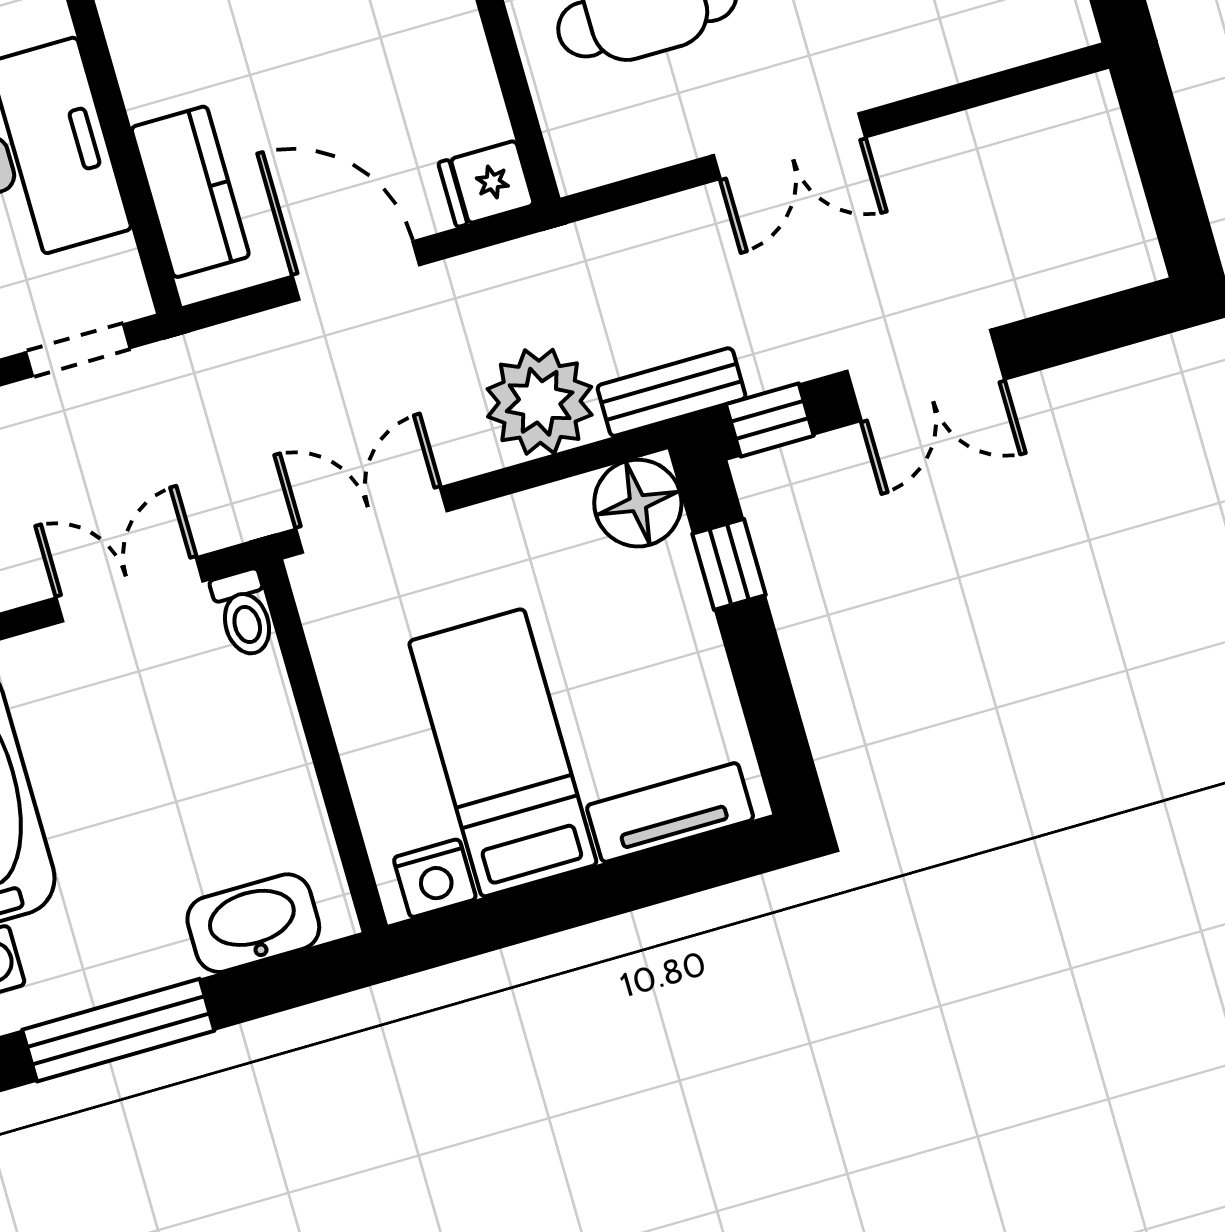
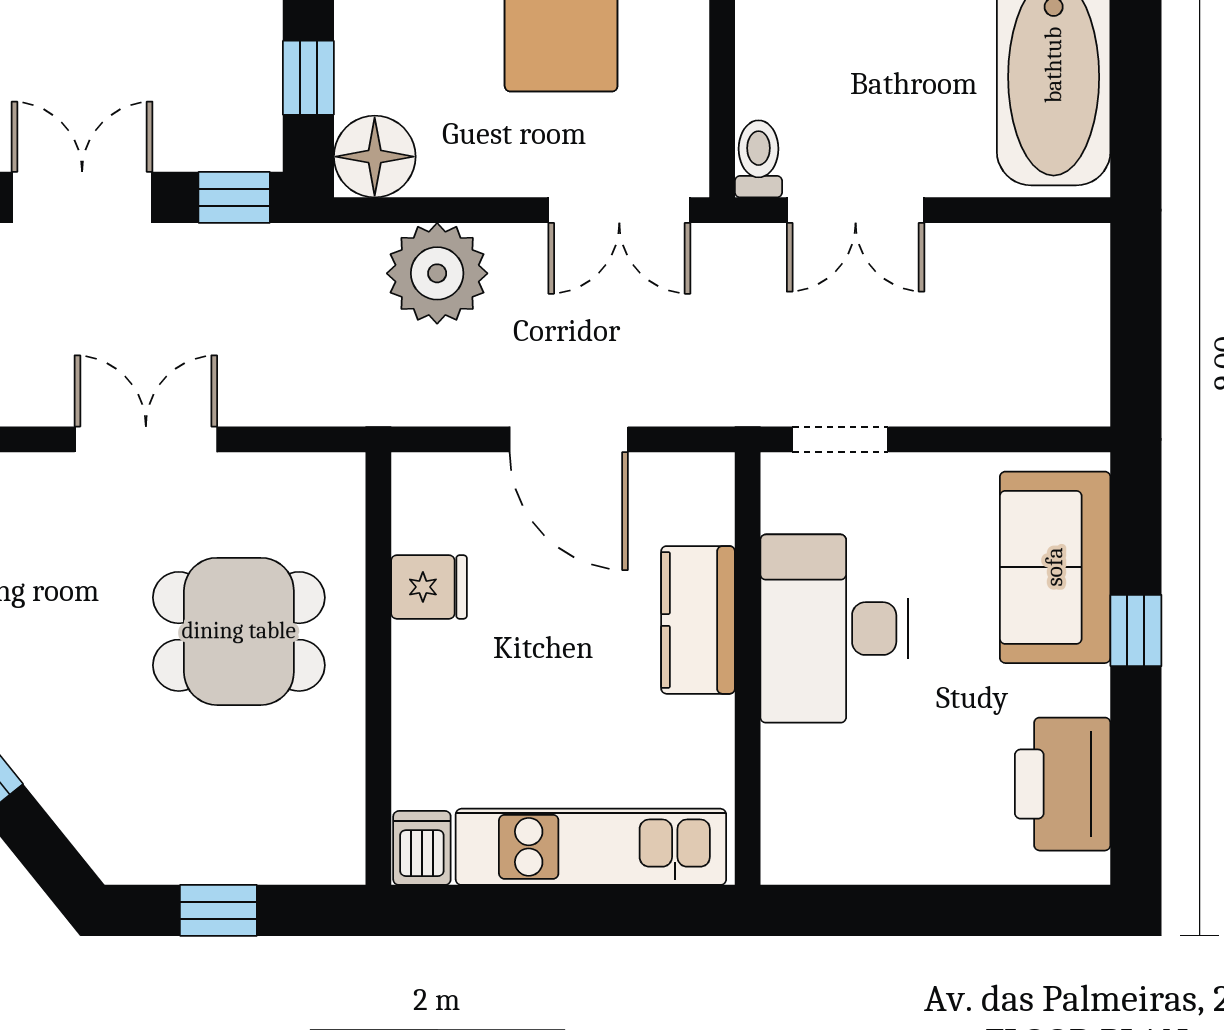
fridge: (486, 184) -> (429, 587), moved
kitchen counter: (190, 192) -> (698, 620), moved
bench: (671, 392) -> (316, 248), removed

